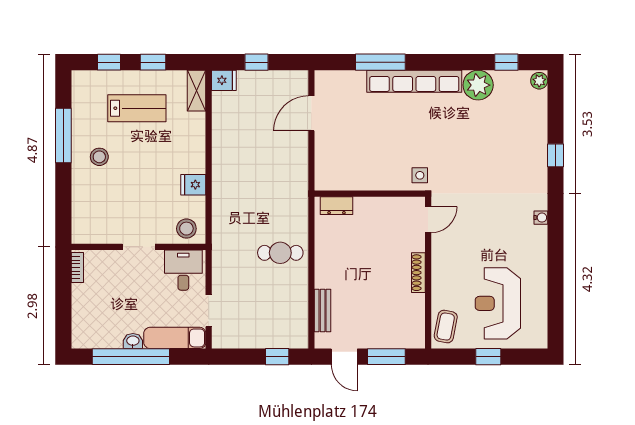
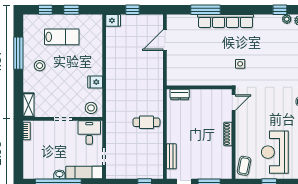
plant: (478, 85) -> (287, 19), moved, width x0.53, depth x0.53
shelving: (196, 91) -> (29, 105), moved
side table: (420, 175) -> (240, 64), moved

